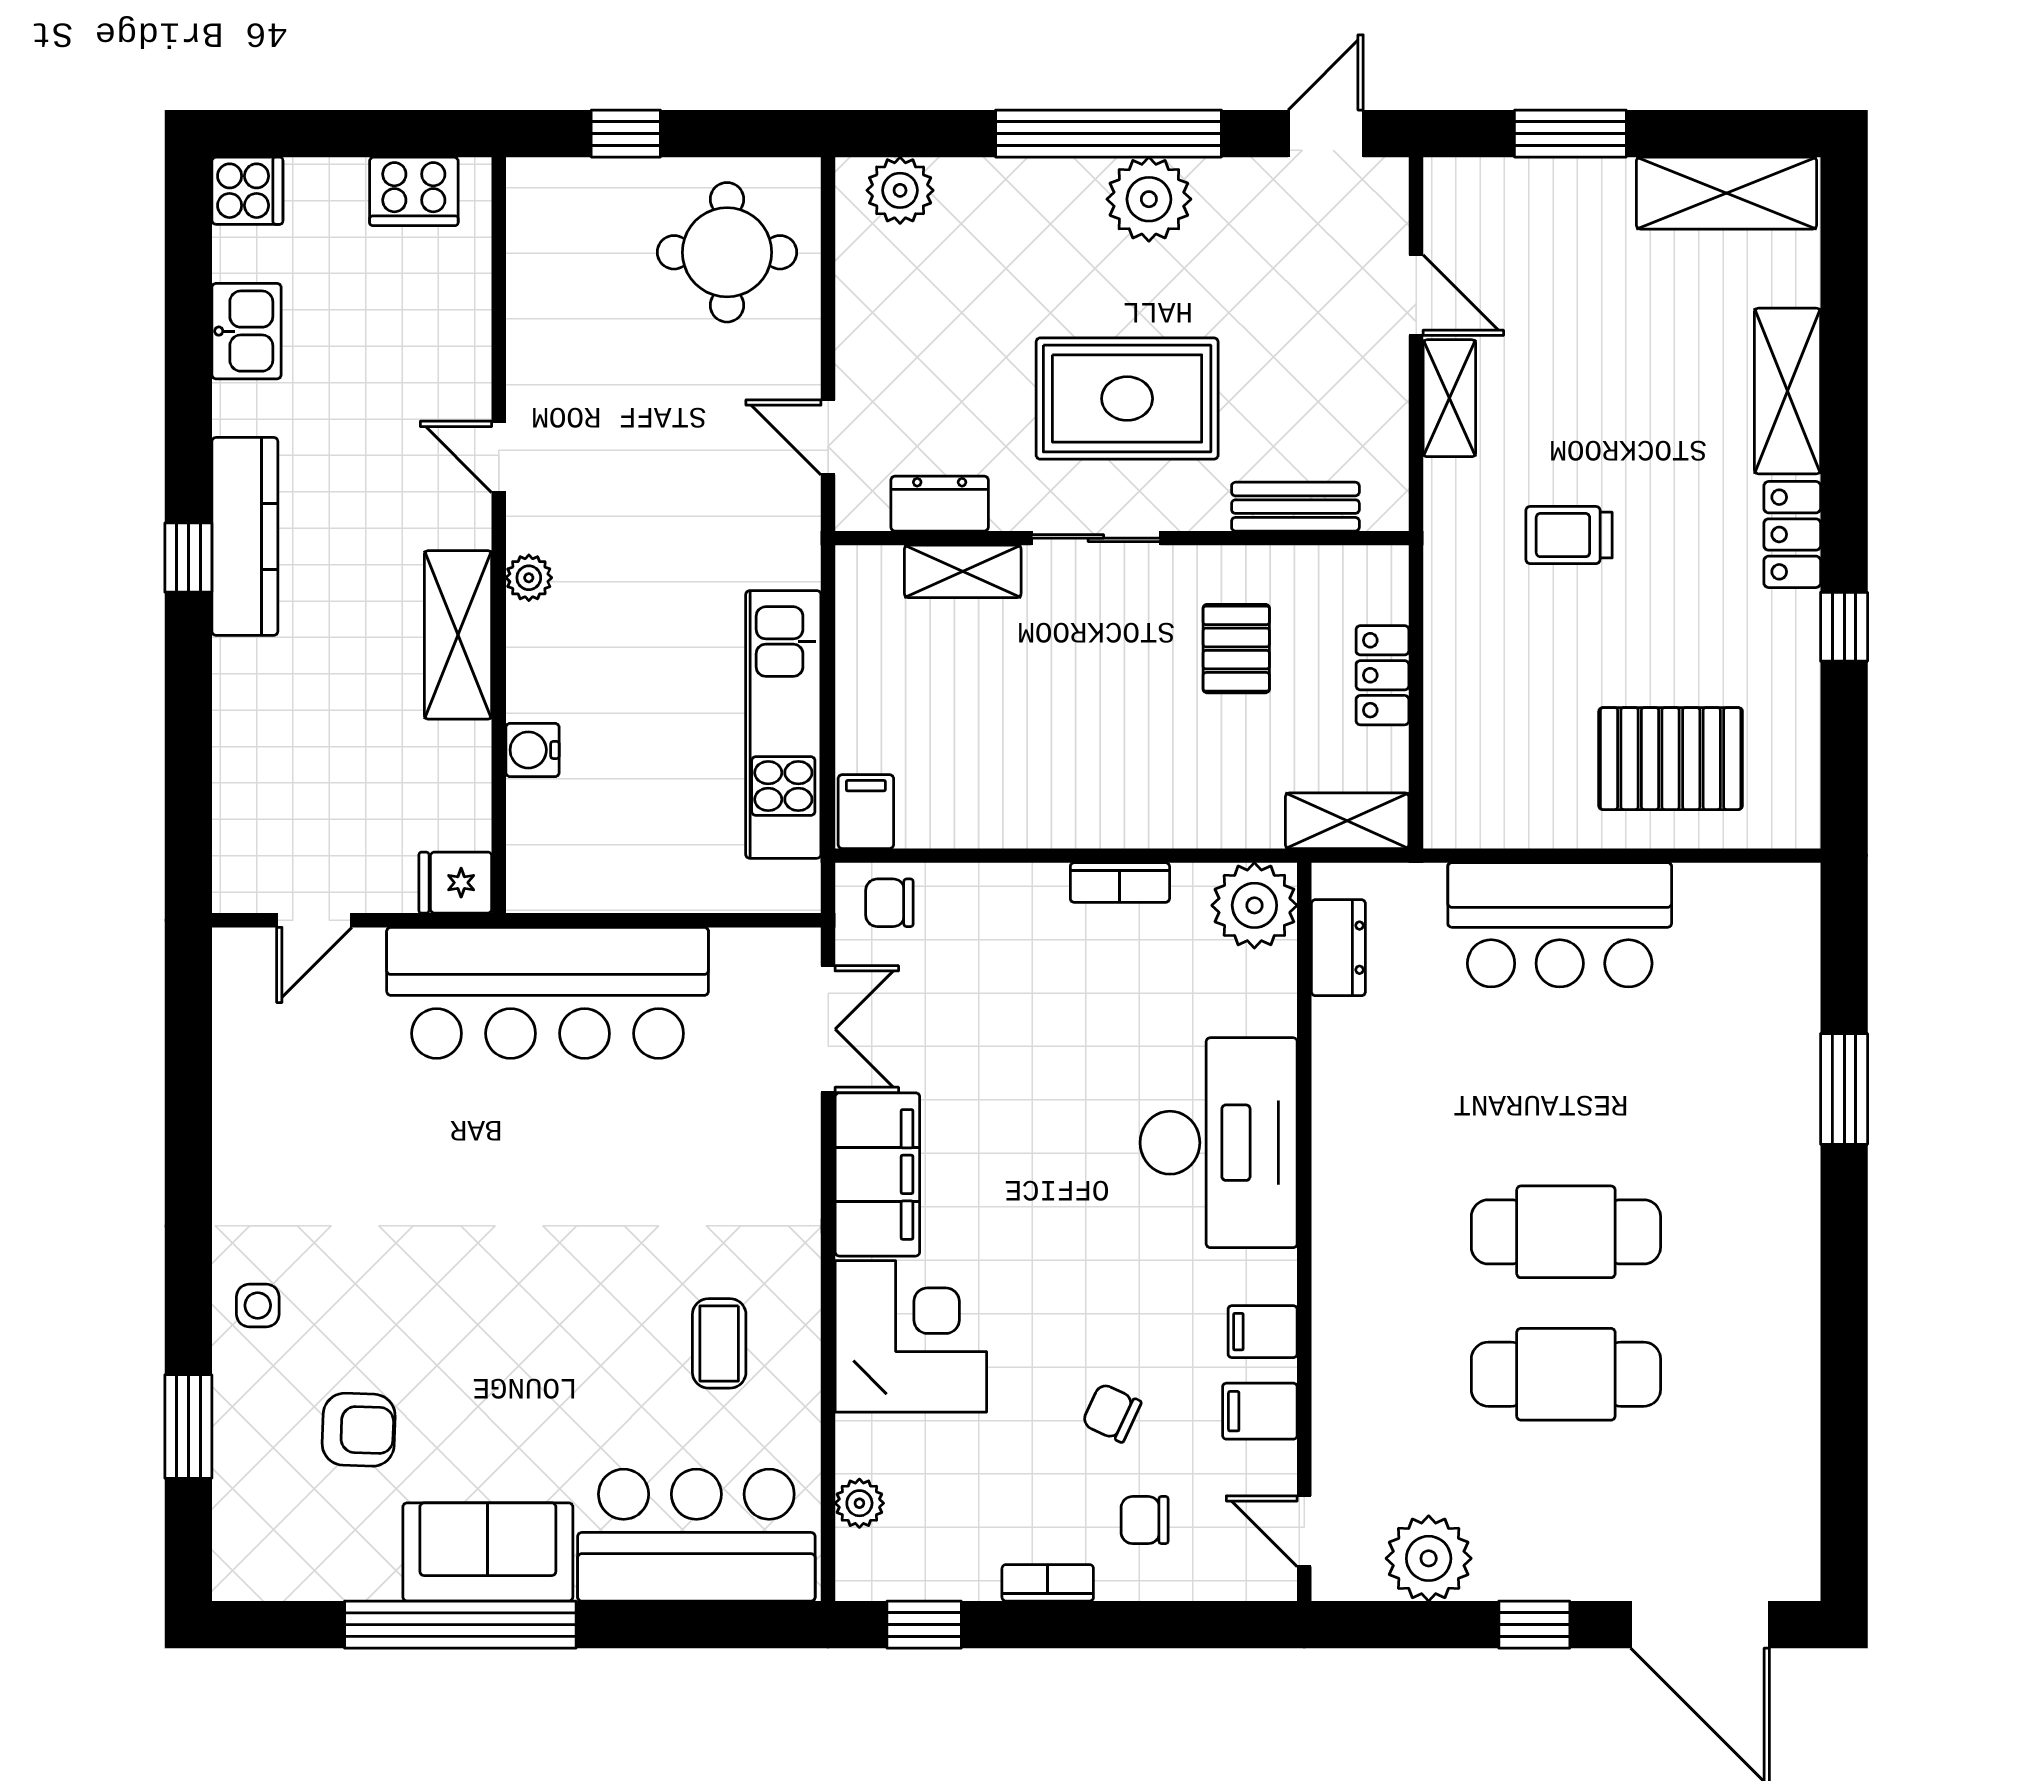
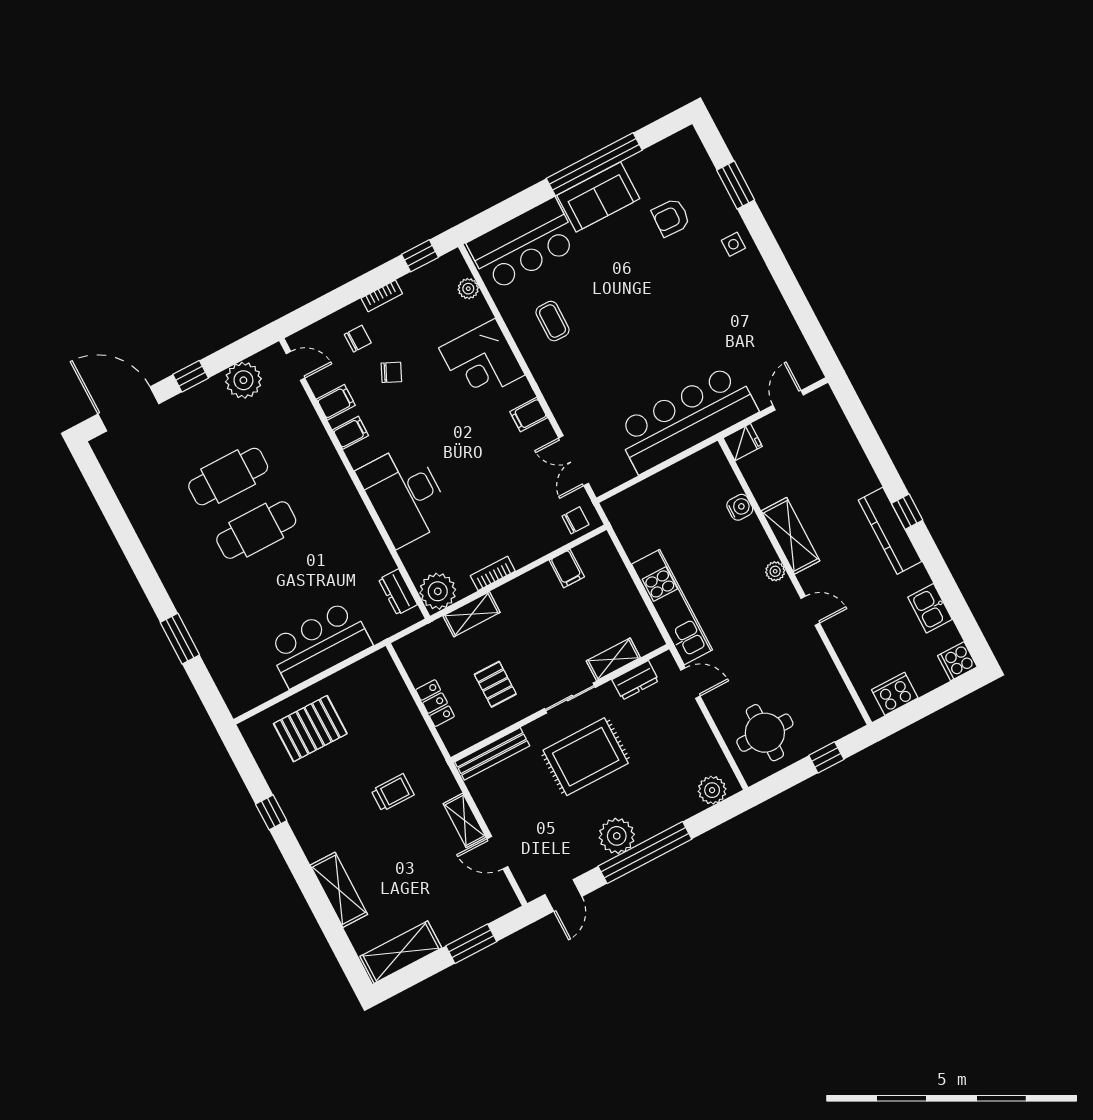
bench: (1295, 507) -> (492, 754), width x1.36
locker: (1792, 534) -> (309, 837), removed
kitchen unit: (783, 724) -> (672, 607), moved
filing cabinet: (866, 812) -> (567, 569), moved
shelving: (1347, 821) -> (472, 614), moved
filing cabinet: (877, 1174) -> (529, 415), width x0.33, depth x0.86

